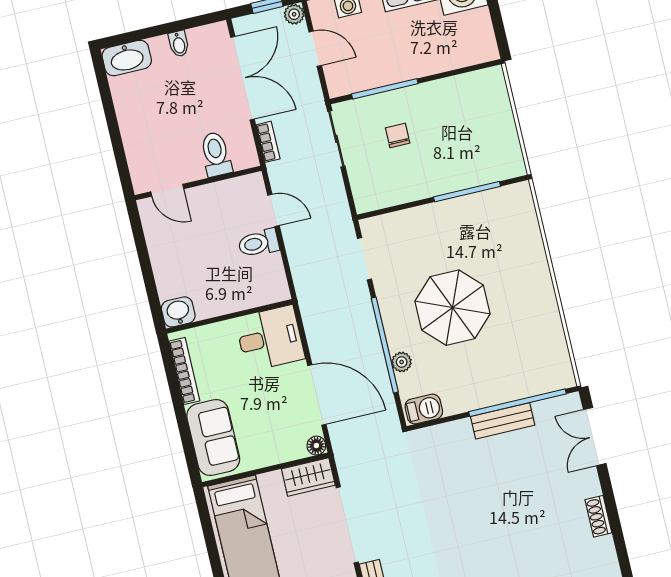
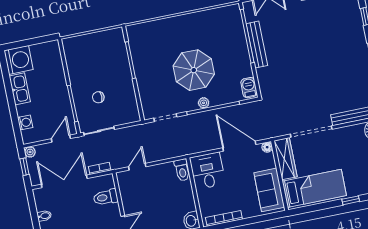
door: (315, 49) -> (61, 139), moved
toilet: (259, 243) -> (182, 170), moved
plant: (402, 362) -> (204, 103), moved
door: (317, 395) -> (239, 146), hinge flipped
bench: (503, 421) -> (257, 45), width x1.36
sofa: (213, 438) -> (269, 190), moved, turned -90
wardrobe: (308, 477) -> (286, 159), width x1.50

